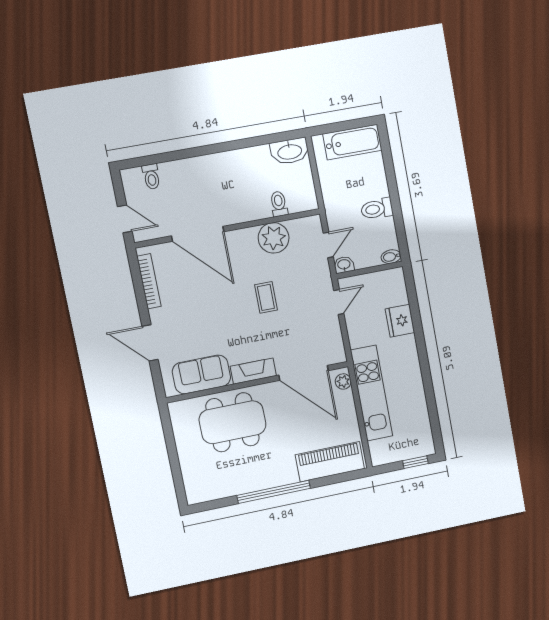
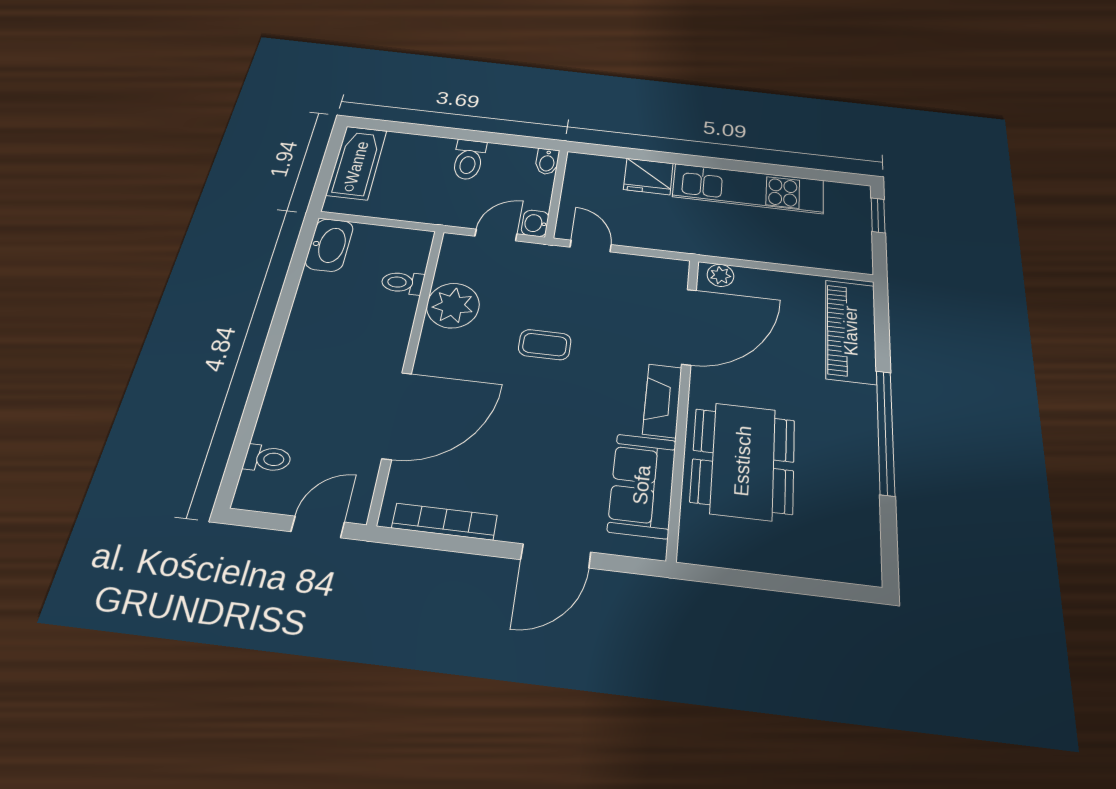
door: (328, 245) -> (496, 235), hinge flipped
kitchen unit: (371, 393) -> (748, 189), moved, turned 180

